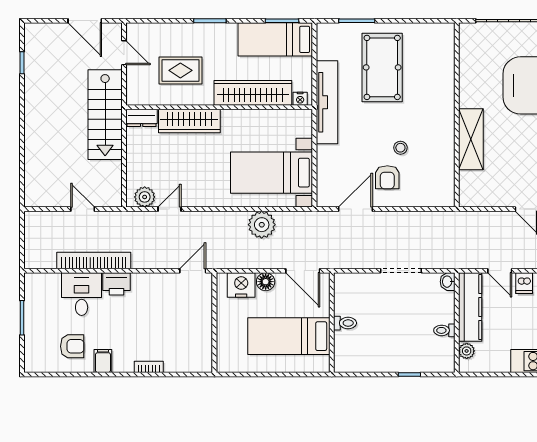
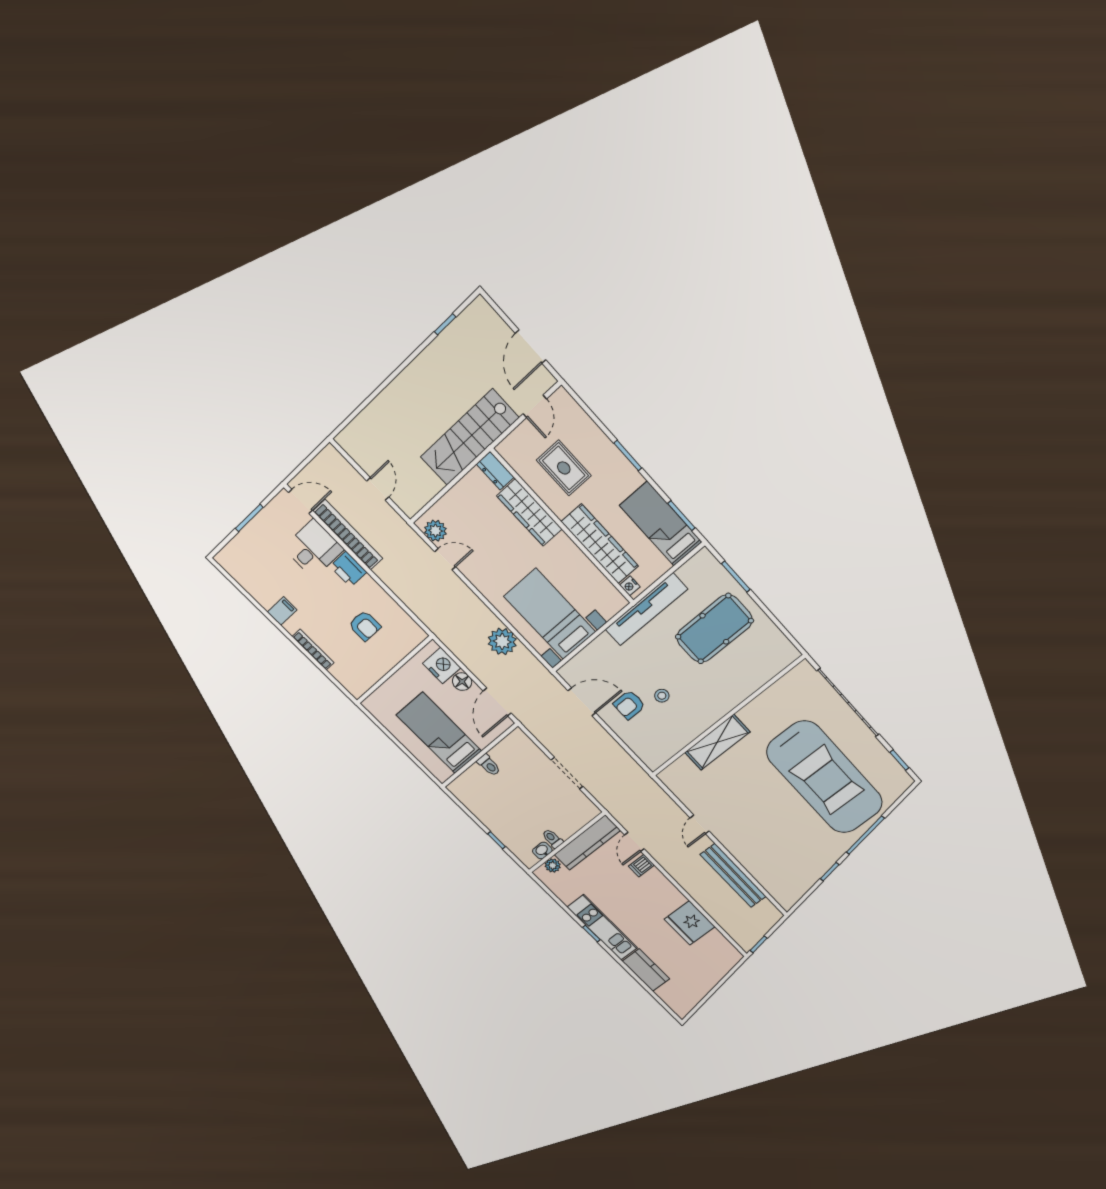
door: (193, 271) -> (301, 501), moved
washbasin: (448, 282) -> (542, 851), moved
armchair: (72, 346) -> (365, 626), moved
bookcase: (149, 367) -> (313, 650), width x1.56

